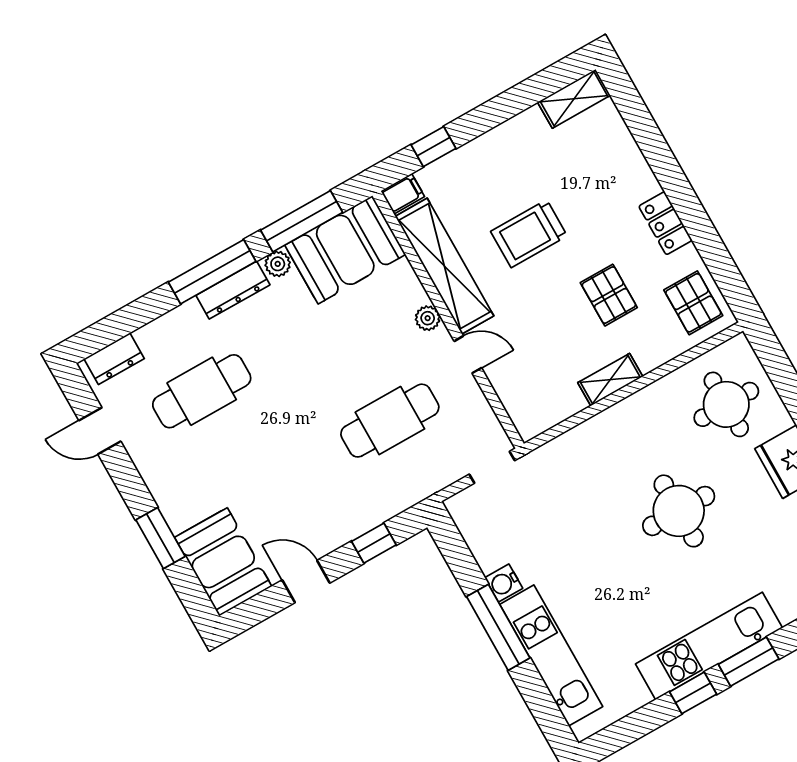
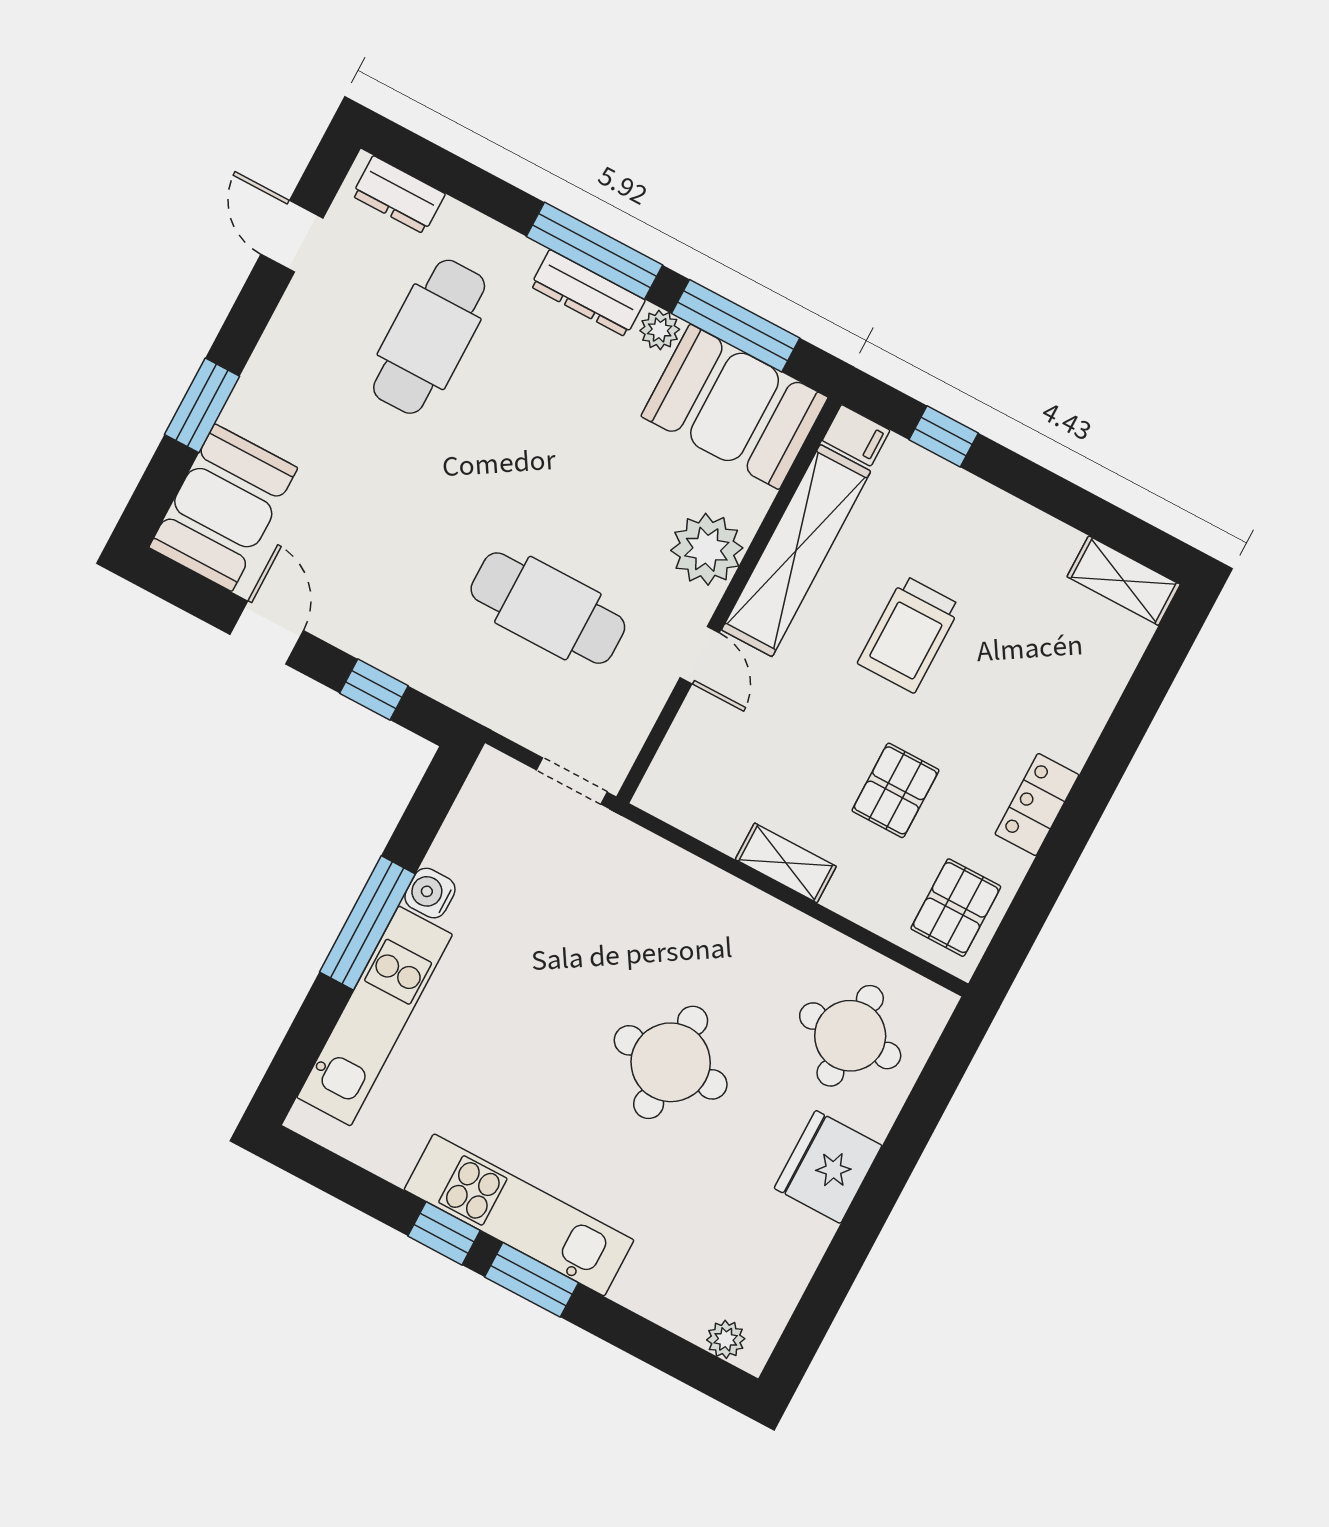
trolley: (529, 234) -> (909, 634), turned -90
plant: (428, 318) -> (707, 549), width x1.88, depth x1.88
cafe table: (202, 391) -> (429, 337), turned 90

